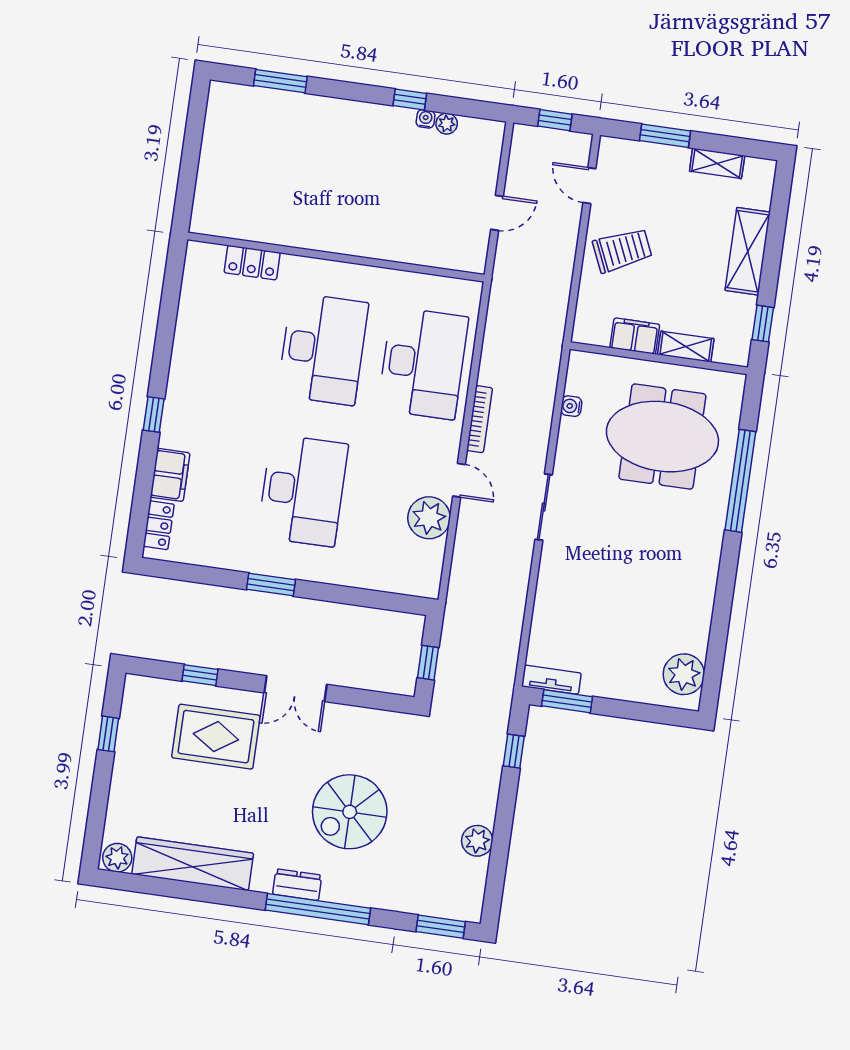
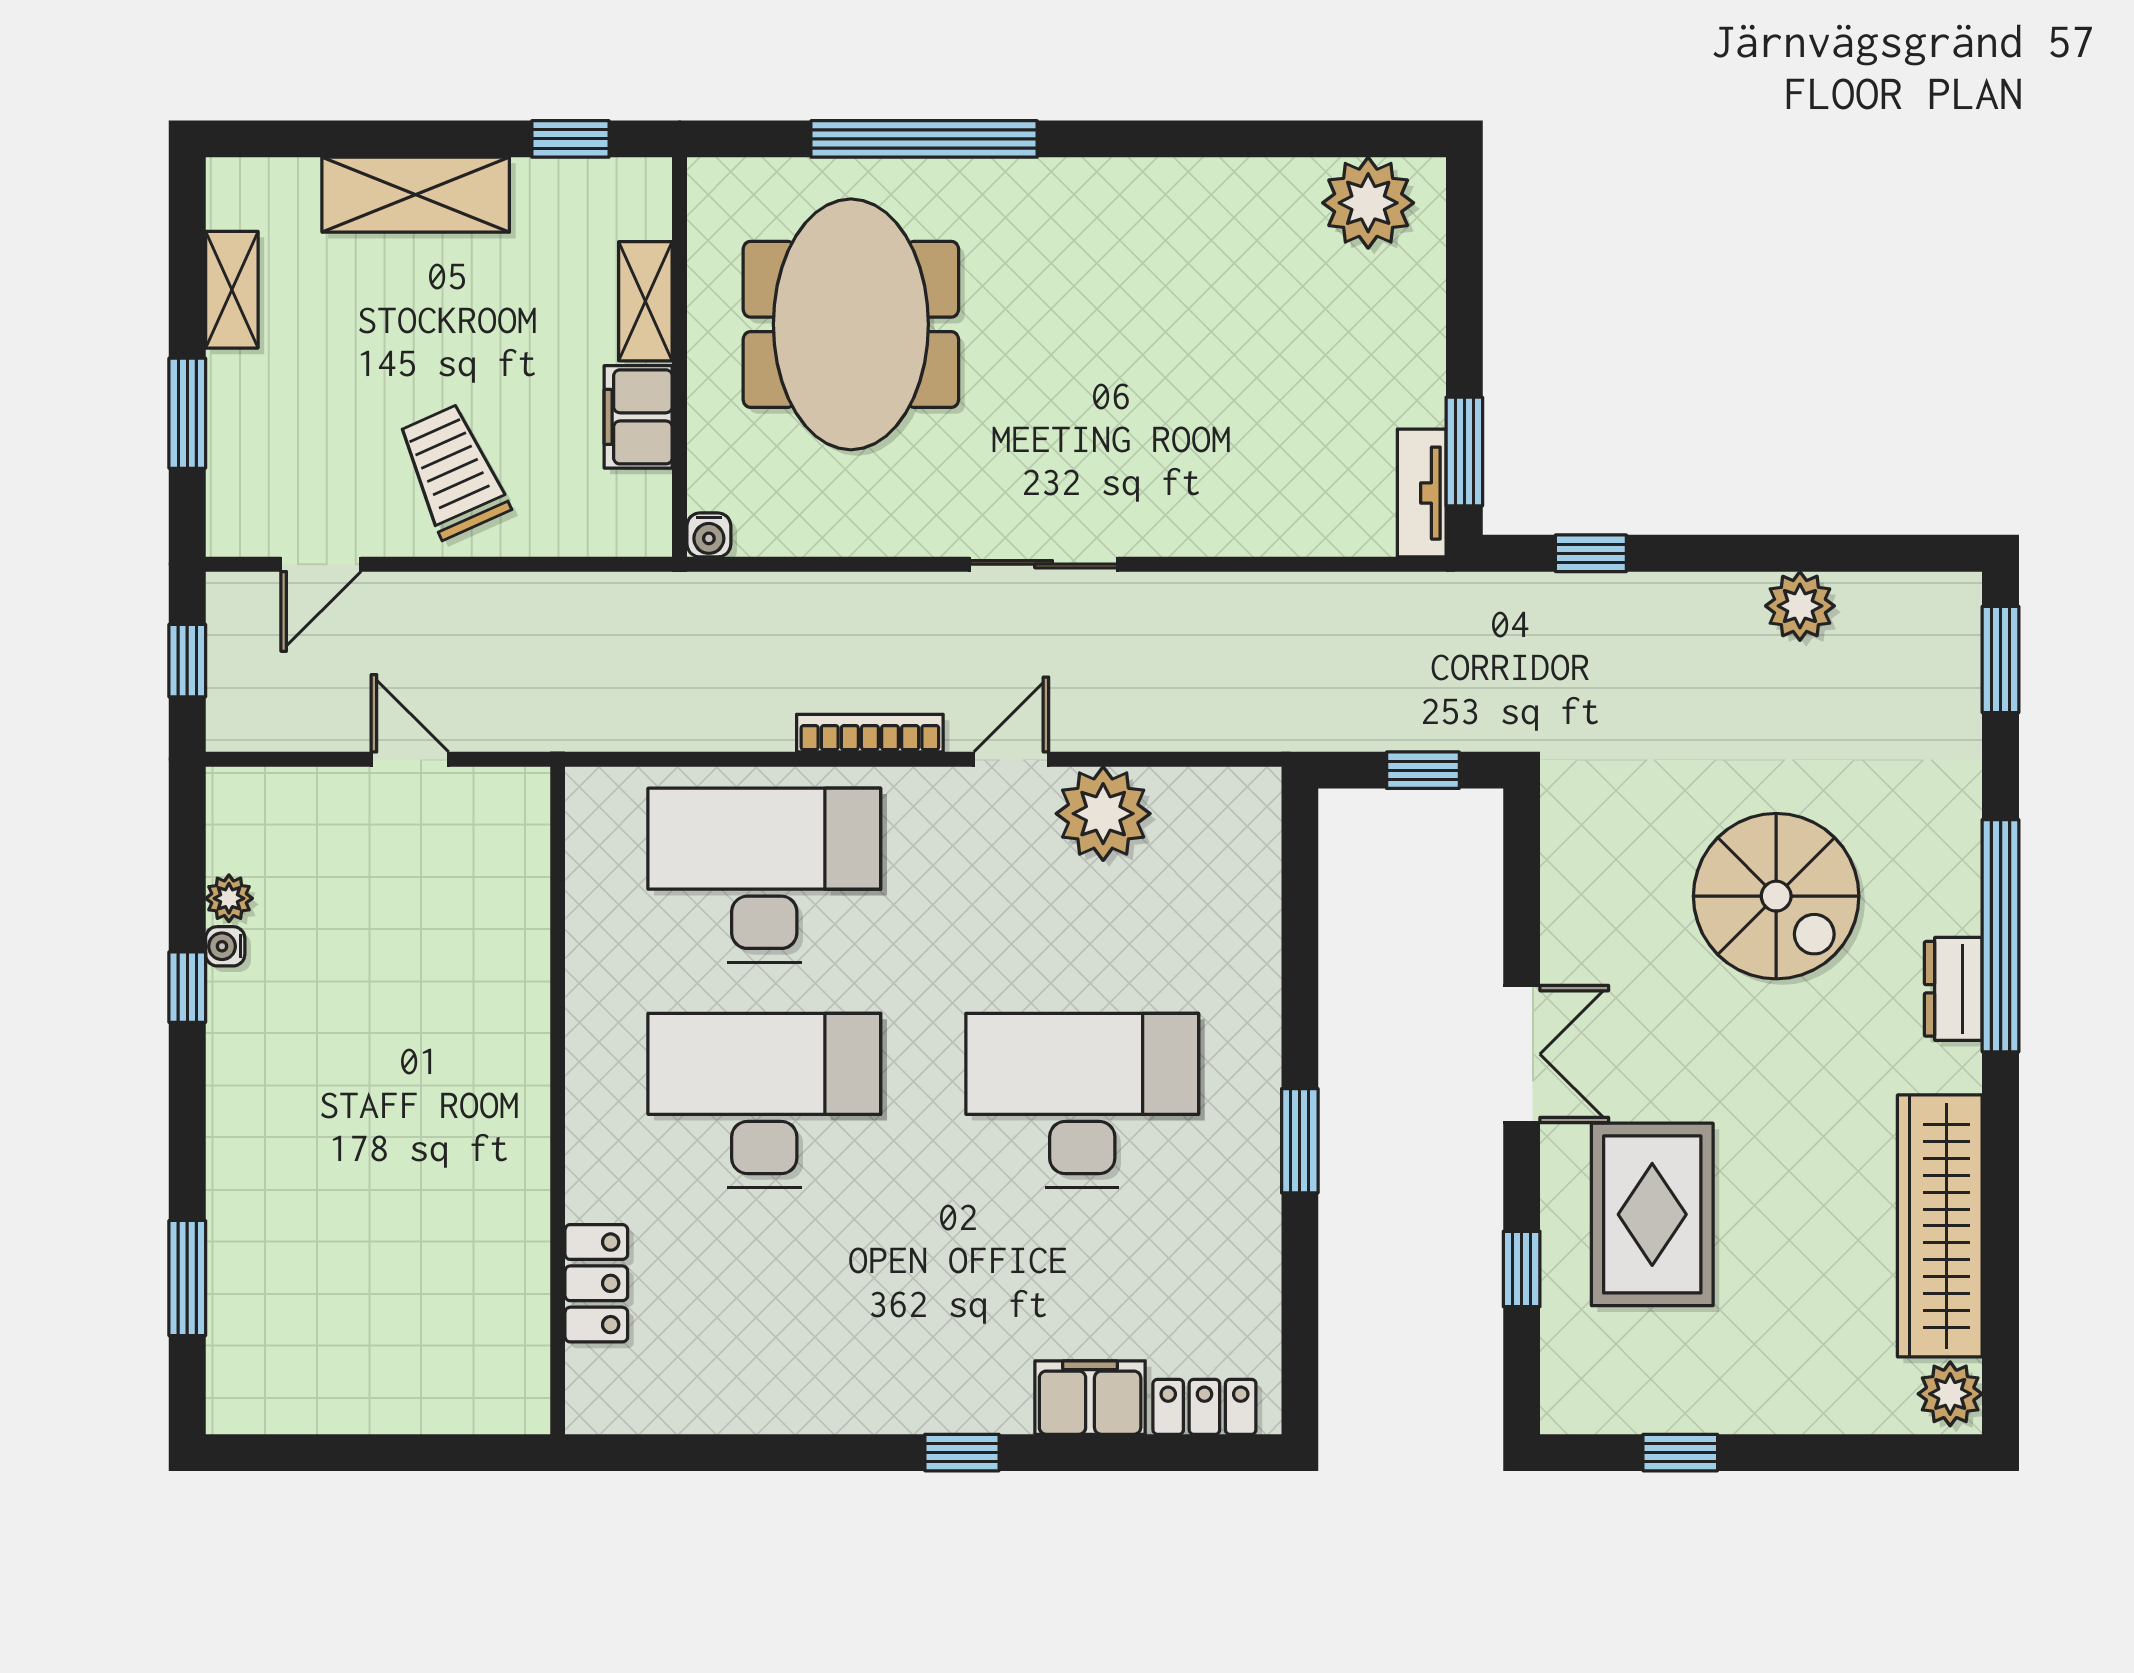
water cooler: (571, 406) -> (709, 535), moved

